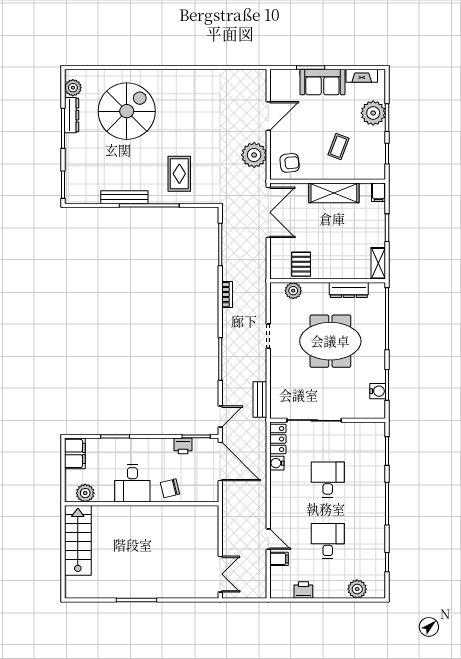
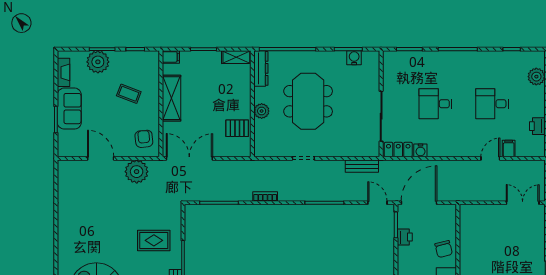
dresser: (349, 290) -> (261, 68), moved
plant: (293, 291) -> (262, 111), moved

